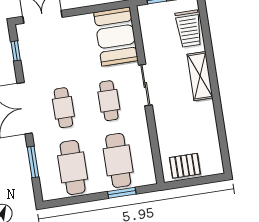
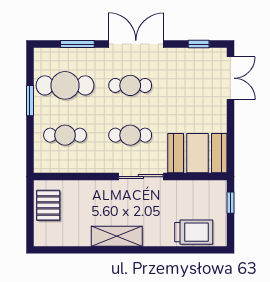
trolley: (189, 29) -> (194, 232), turned 180
shelving: (200, 76) -> (117, 236), moved
cafe table: (118, 160) -> (65, 135), width x0.73, depth x0.74
window: (122, 193) -> (30, 101), moved

